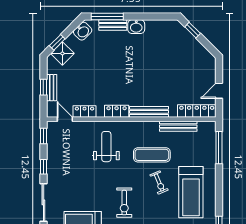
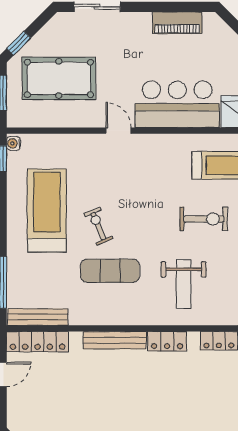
bench: (178, 126) -> (38, 317), moved
exercise bike: (124, 203) -> (204, 219), moved, turned 90

